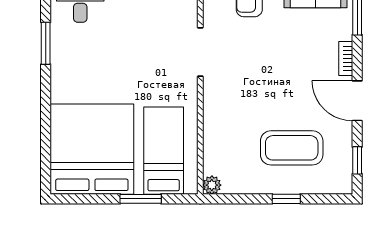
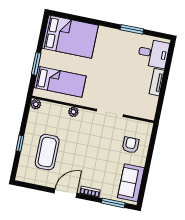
plant: (212, 116) -> (73, 112), added
bed: (92, 149) -> (70, 37), width x0.73
window: (357, 160) -> (33, 186), removed

